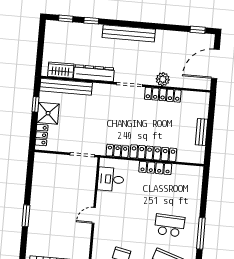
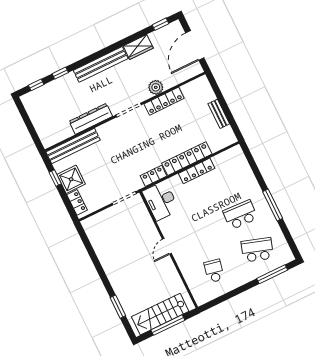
wardrobe: (61, 70) -> (138, 47), moved, turned 180
desk: (111, 179) -> (161, 201), width x1.37
window: (26, 216) -> (118, 307), moved

